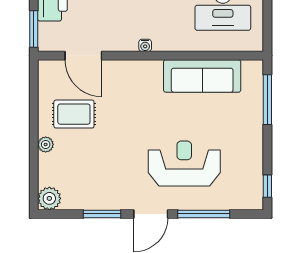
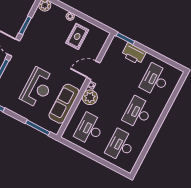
plant: (168, 37) -> (90, 97), added
door: (83, 56) -> (93, 70), moved
reception desk: (184, 164) -> (38, 88), moved

